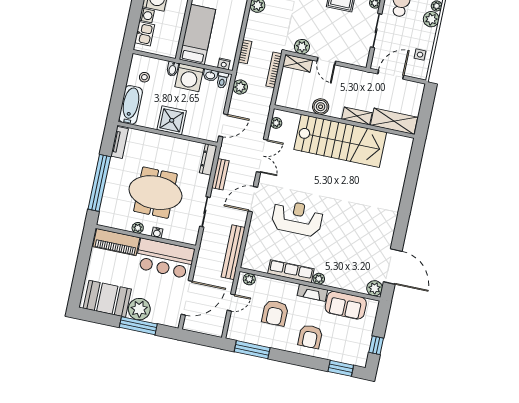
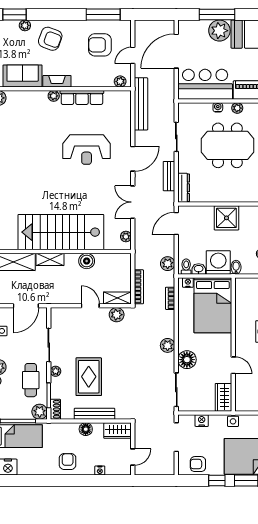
bed: (197, 34) -> (213, 305), width x1.50
armchair: (275, 313) -> (100, 45), moved, turned -90
armchair: (310, 337) -> (50, 39), turned 110
plant: (333, 355) -> (25, 25), added

